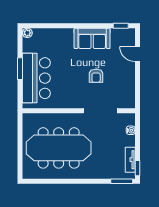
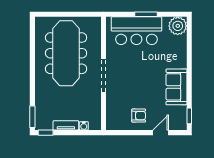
plant: (27, 33) -> (178, 26), width x1.87, depth x1.87
armchair: (96, 76) -> (139, 116), moved, turned 180
doorway: (100, 111) -> (104, 75), moved
tv unit: (130, 160) -> (66, 125), moved

